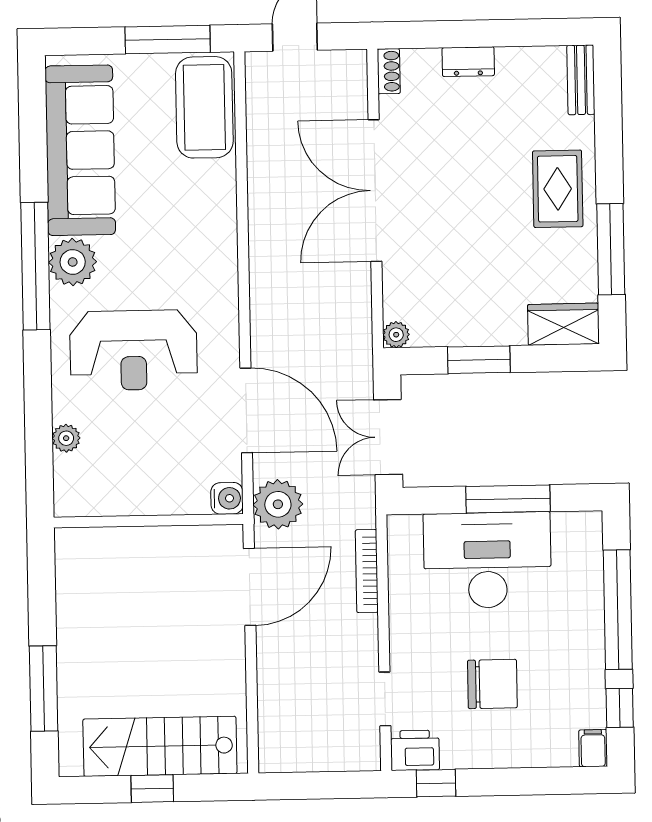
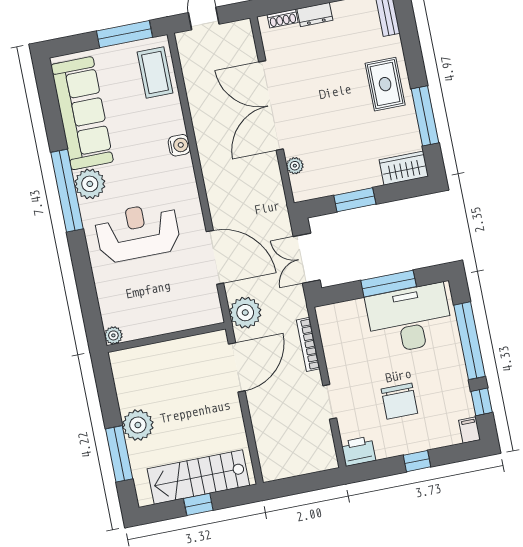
shoe rack: (389, 71) -> (283, 19), moved, turned 90
coffee table: (204, 107) -> (155, 72), width x0.73, depth x0.76
plant: (396, 335) -> (295, 166), moved
reception desk: (133, 350) -> (138, 232), turned 180
plant: (66, 438) -> (113, 335), moved
water cooler: (227, 498) -> (179, 145), moved
desk: (487, 560) -> (409, 319), moved
plant: (81, 649) -> (138, 425), added
chair: (492, 684) -> (399, 401), turned 90
doorway: (385, 699) -> (330, 402), moved
window: (436, 783) -> (417, 461), moved

